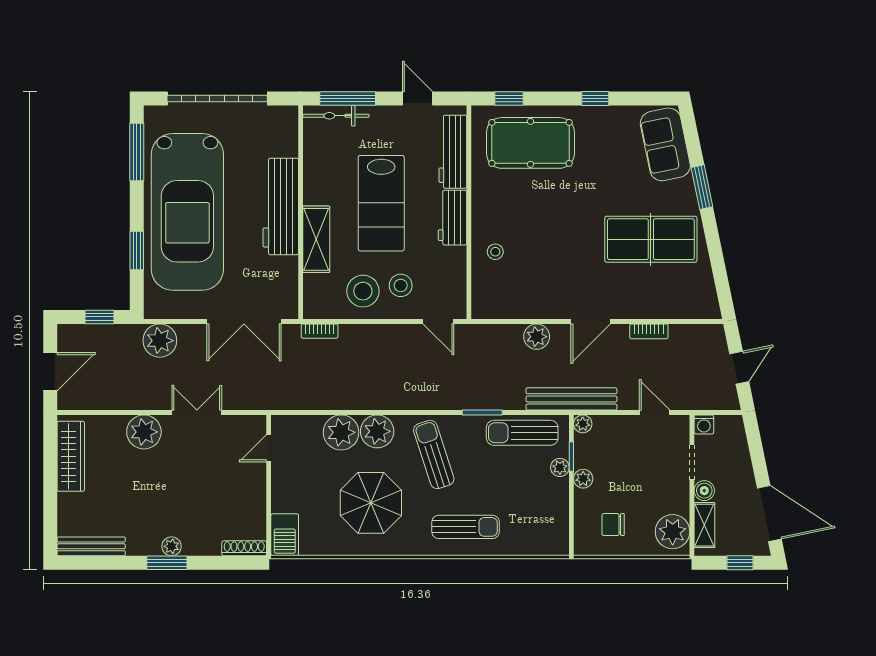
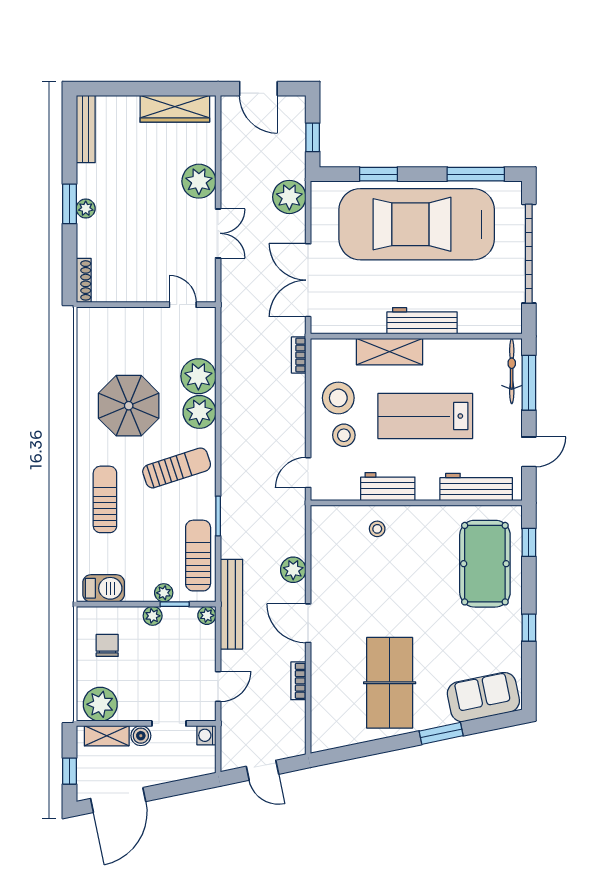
workbench: (281, 206) -> (422, 321), width x0.73, depth x0.76
workbench: (453, 218) -> (388, 487), moved
sun lounger: (466, 527) -> (105, 499), turned 180
barbecue: (285, 535) -> (104, 588), moved, turned 180

